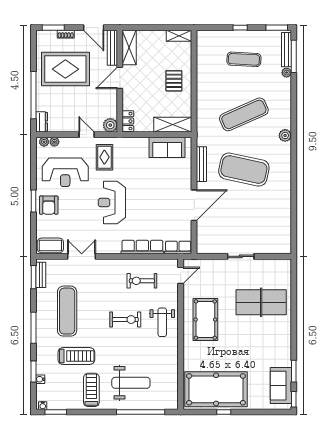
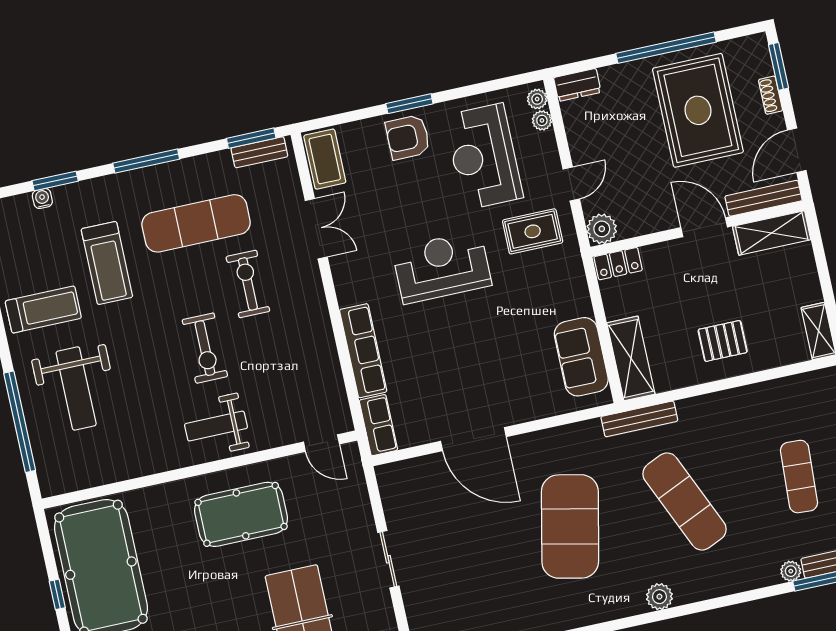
window: (33, 95) -> (666, 48), moved
bench: (201, 164) -> (639, 419), moved
exercise bike: (142, 281) -> (248, 284), moved

